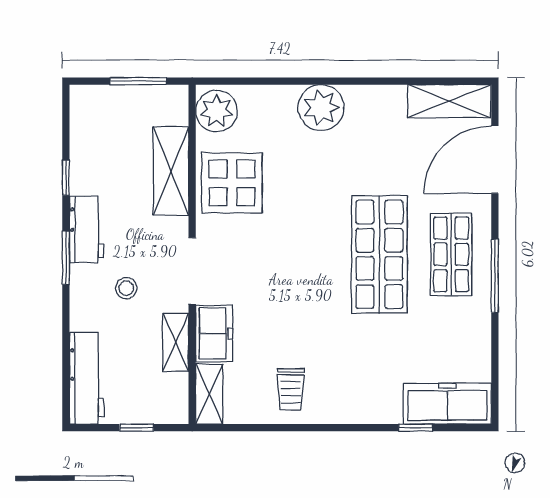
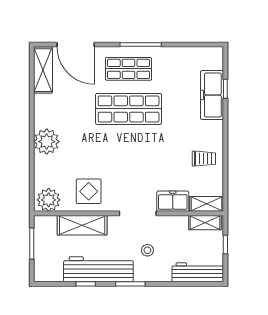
display table: (232, 183) -> (89, 191), width x0.73, depth x0.73
workbench: (87, 230) -> (98, 269), width x1.88, depth x1.32
shelving: (176, 342) -> (205, 223), moved
freezer: (447, 404) -> (212, 95), moved

